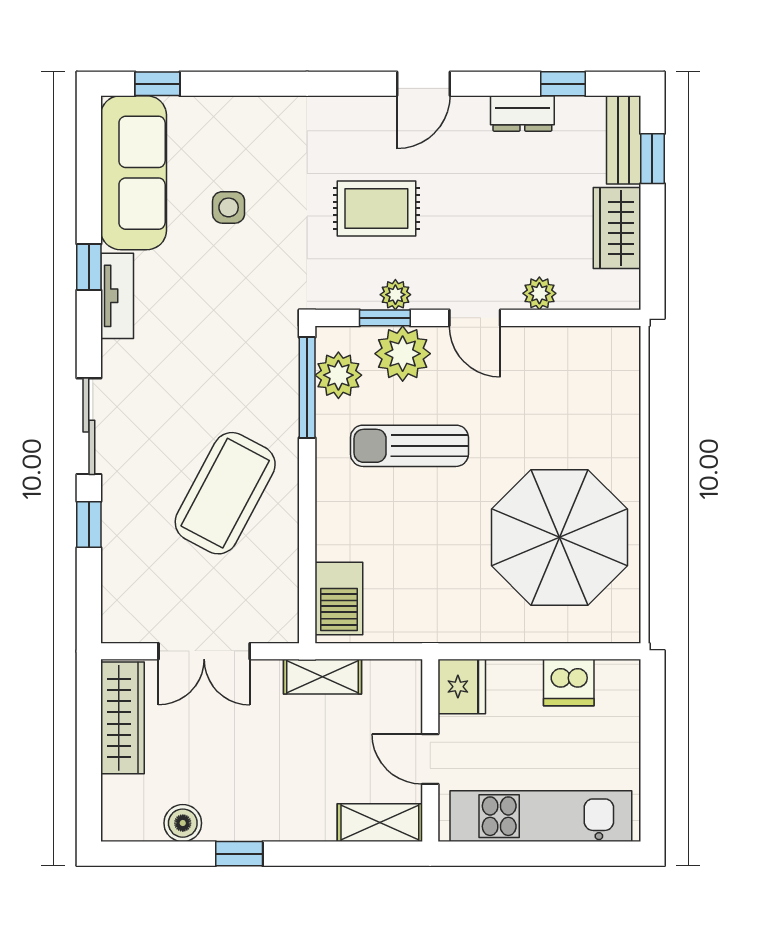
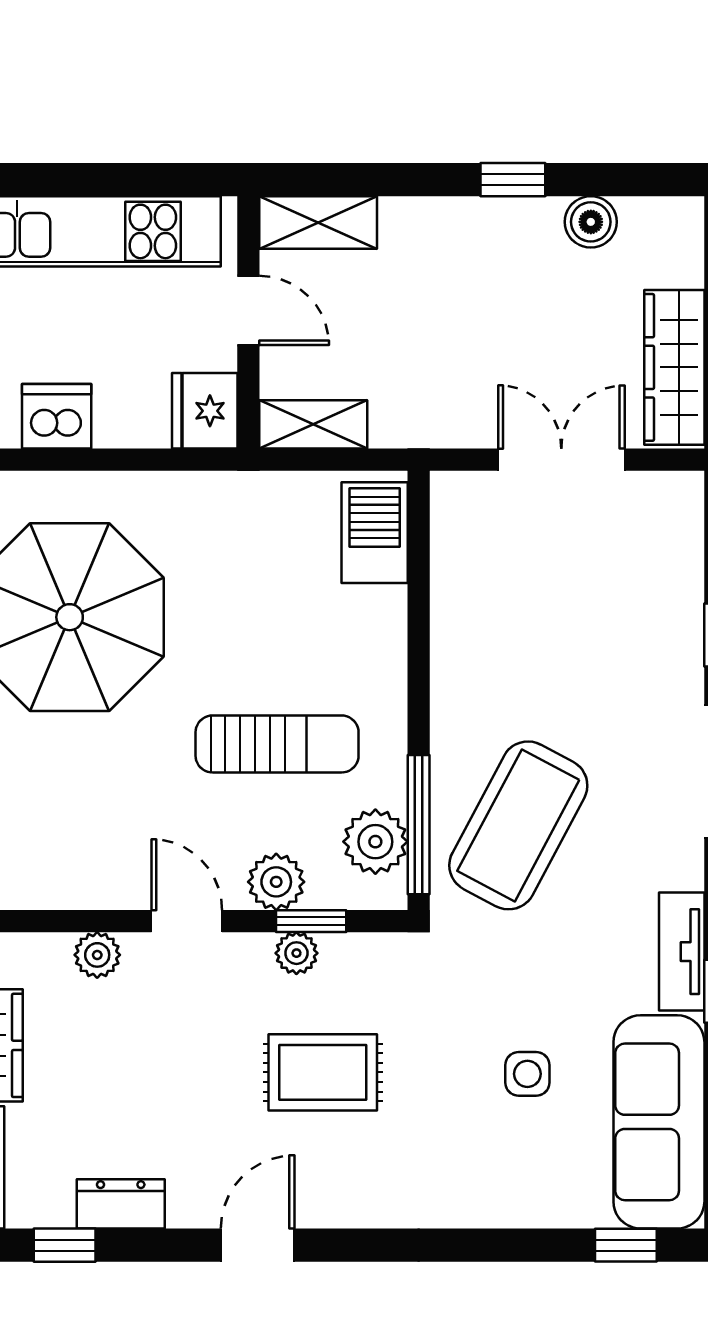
plant: (403, 354) -> (276, 882), width x0.73, depth x0.73
coffee table: (225, 493) -> (518, 825), moved
shelving: (322, 677) -> (313, 424), moved

